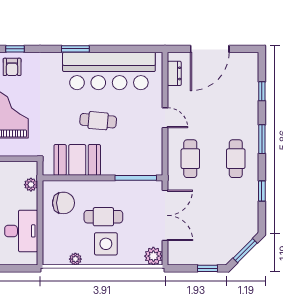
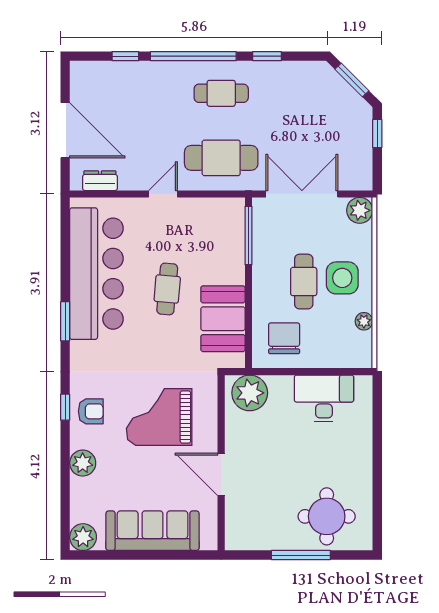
window: (262, 139) -> (193, 56), width x2.11
cafe table: (190, 159) -> (221, 158), width x1.37, depth x1.35
plant: (31, 185) -> (250, 393), width x1.87, depth x1.87

